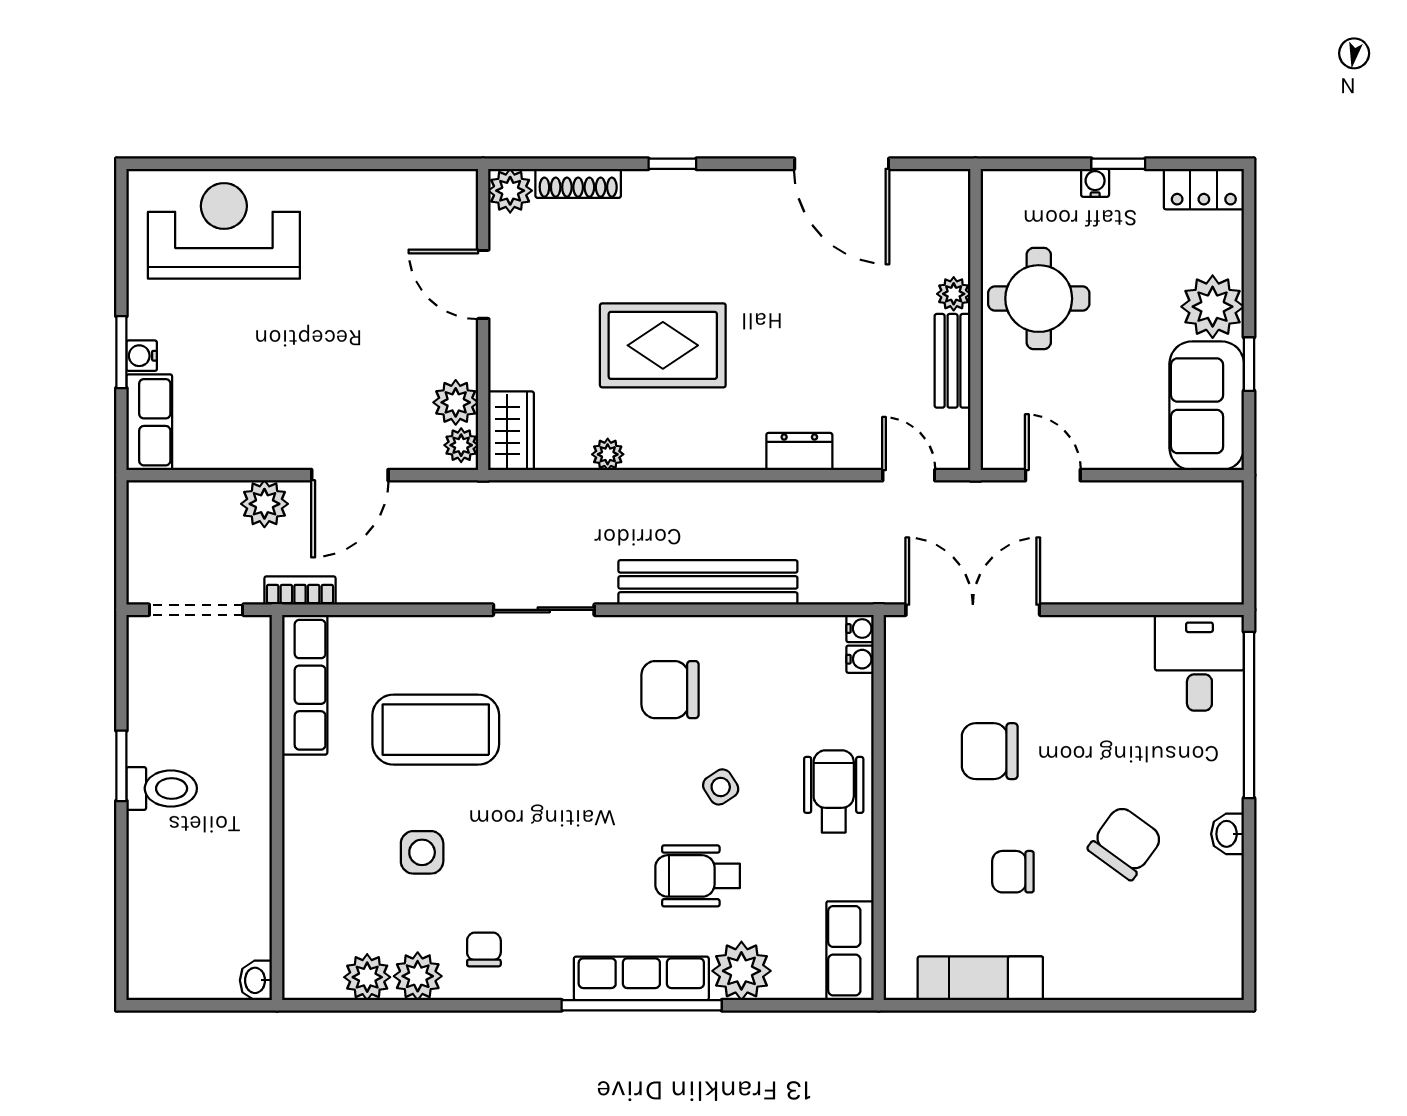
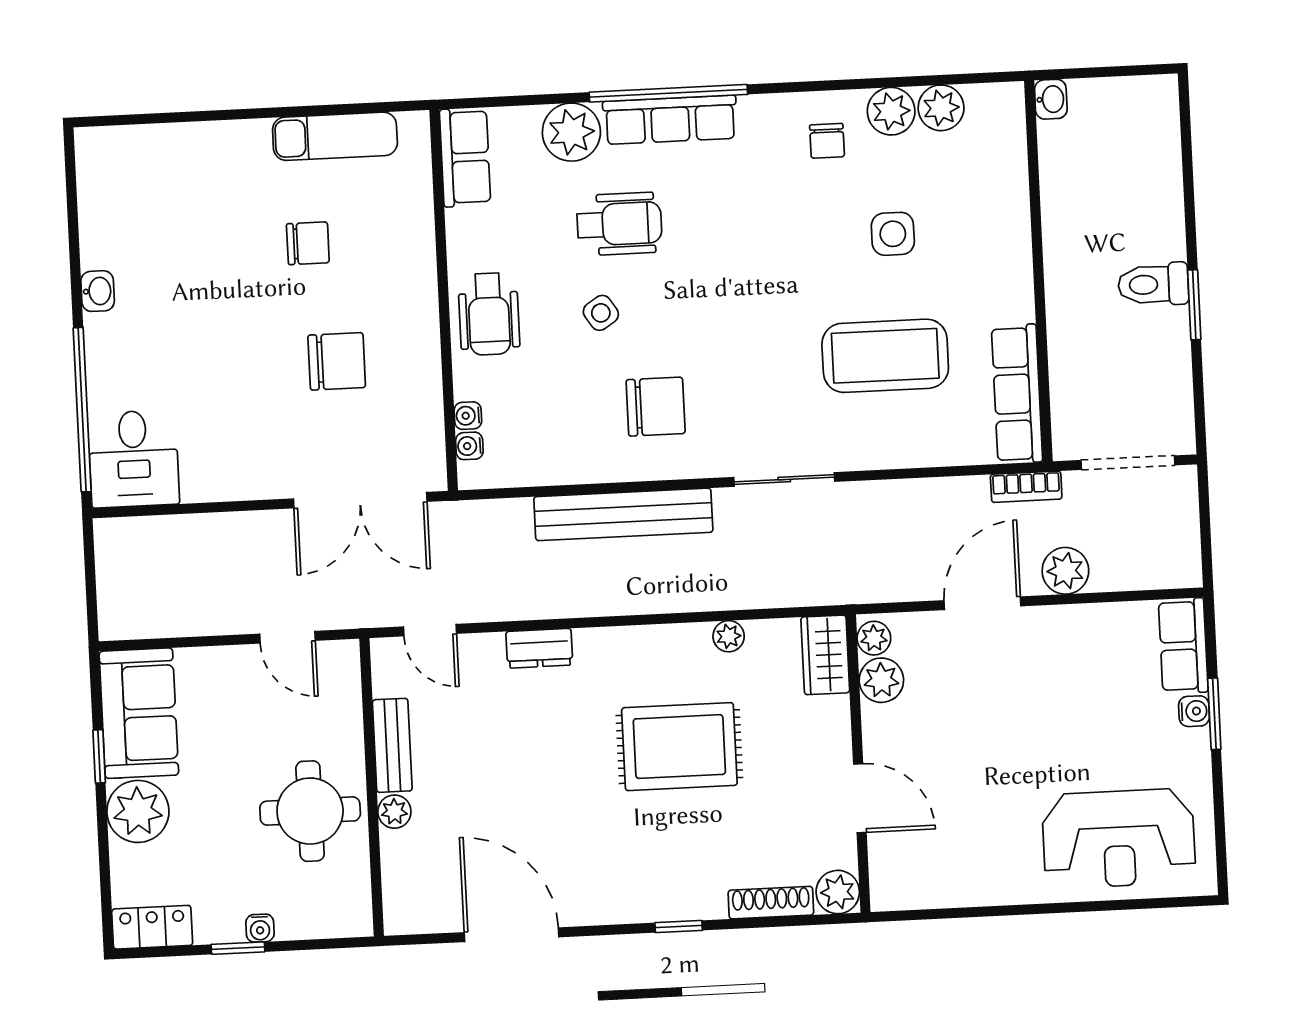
water cooler: (860, 628) -> (468, 416), moved
chair: (1125, 843) -> (198, 277), removed

